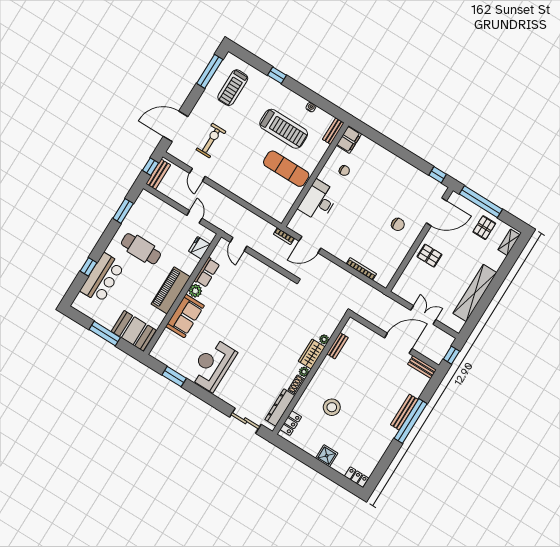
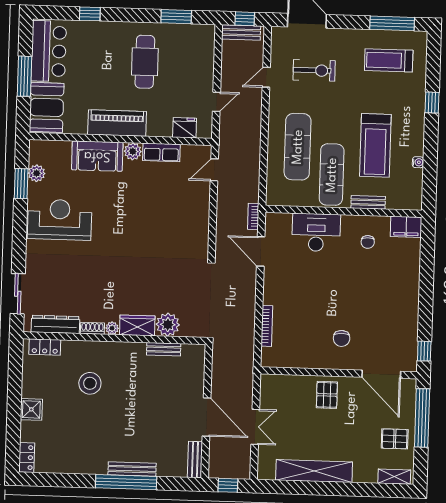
bench: (333, 131) -> (368, 202), moved
exercise mat: (255, 181) -> (298, 147), added
bar counter: (102, 278) -> (49, 51), moved, turned -90
plant: (324, 339) -> (168, 325), width x1.88, depth x1.88
plant: (173, 362) -> (37, 173), added

